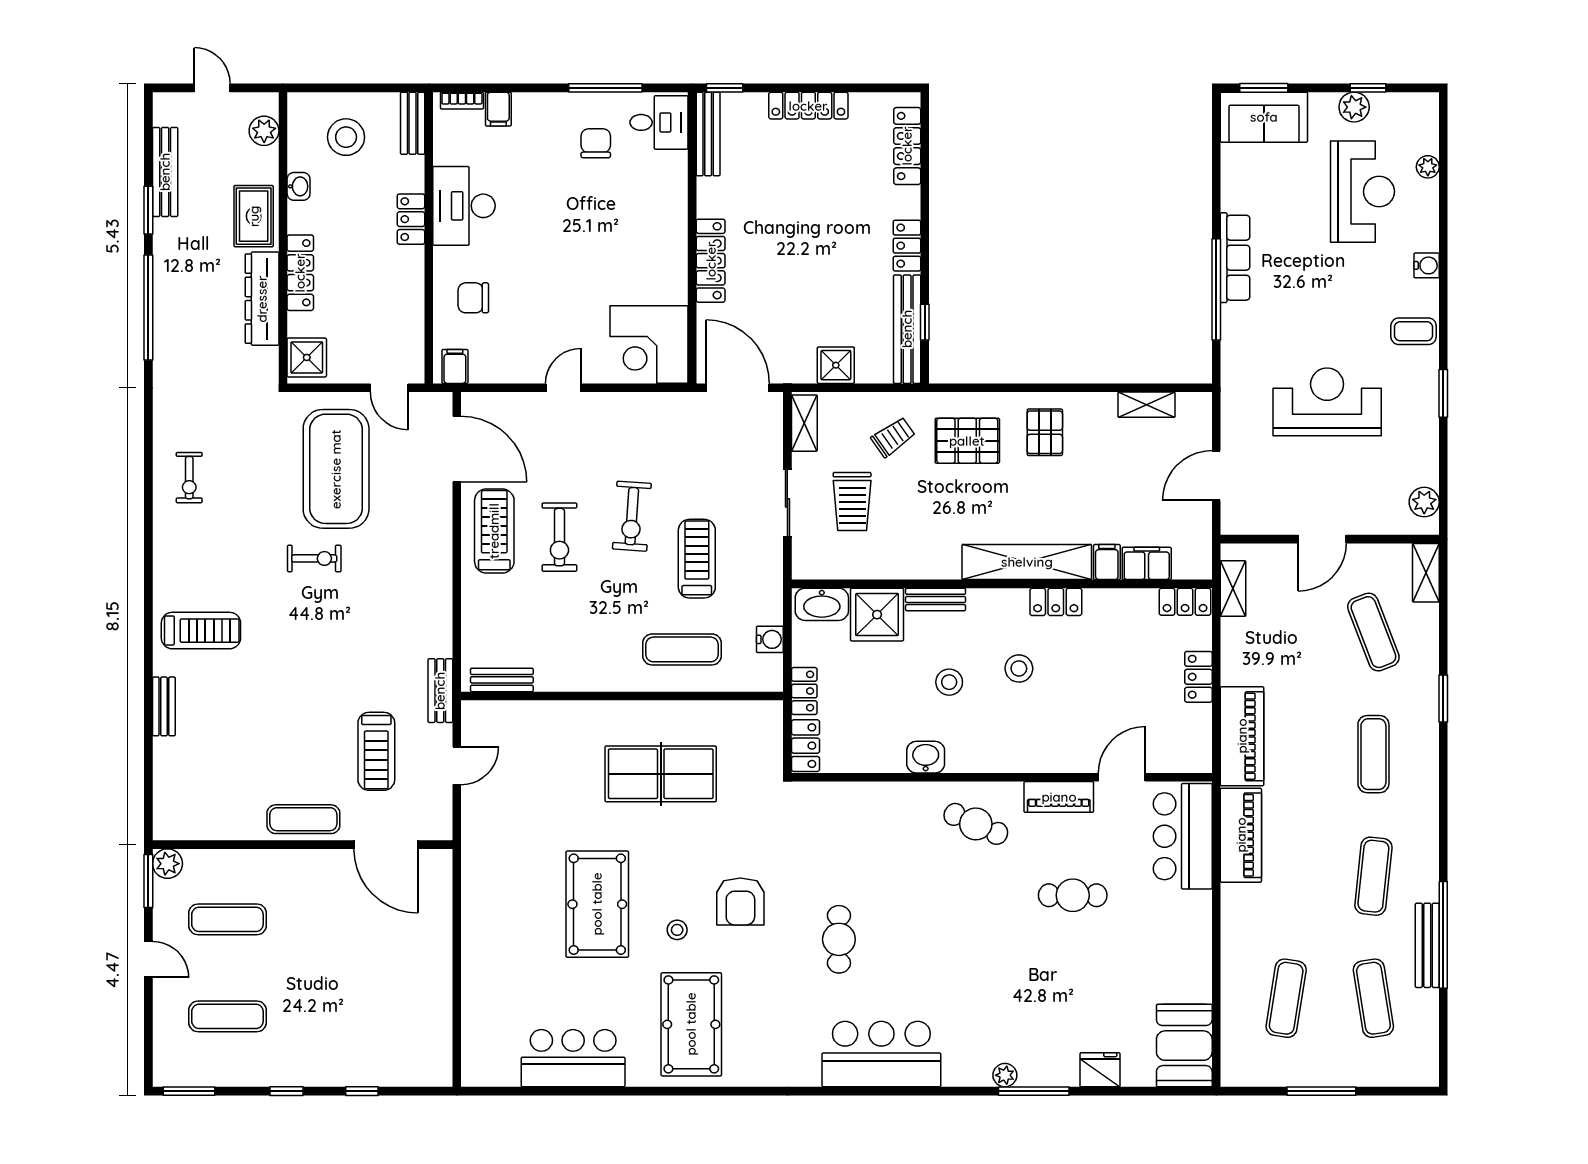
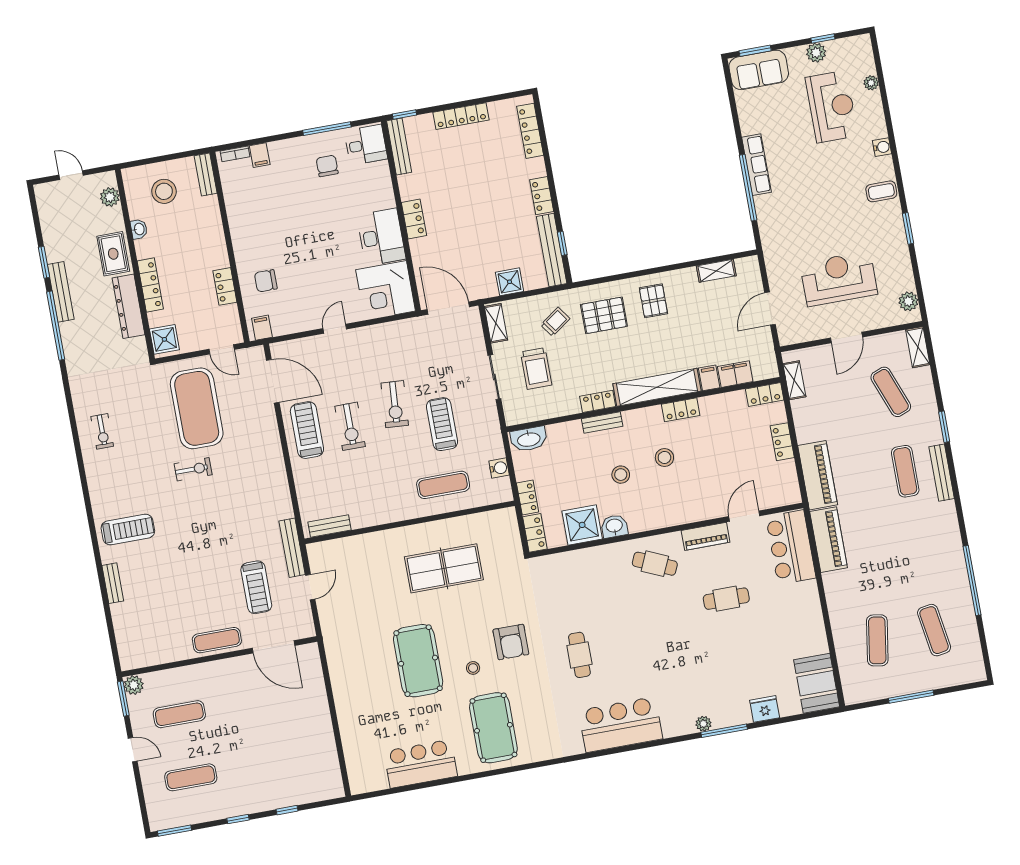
bench: (165, 172) -> (61, 292), moved
desk: (464, 206) -> (381, 237), moved, turned 180
locker: (411, 219) -> (225, 286), moved
locker: (711, 261) -> (414, 219), width x0.66
reception desk: (1327, 402) -> (839, 279), moved
locker: (935, 567) -> (598, 401), added
shower: (877, 615) -> (582, 525), moved
bench: (440, 691) -> (292, 548), width x1.36
exercise mat: (1373, 876) -> (920, 551), removed
bench: (1427, 945) -> (942, 473), moved

